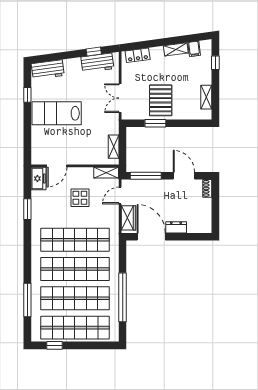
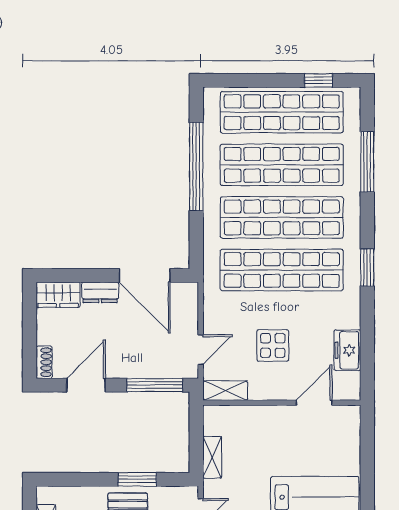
shelving: (114, 147) -> (212, 457), moved
door: (184, 176) -> (86, 385), swing flipped
freezer: (38, 179) -> (347, 350), moved
window: (27, 209) -> (367, 268), moved
wardrobe: (128, 218) -> (58, 295), moved, turned -90

